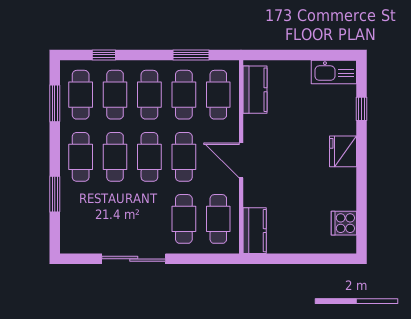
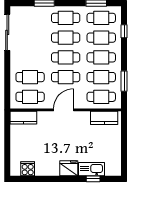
kitchen sink: (334, 72) -> (91, 169), moved, turned 90
sliding door: (134, 259) -> (7, 32), moved

